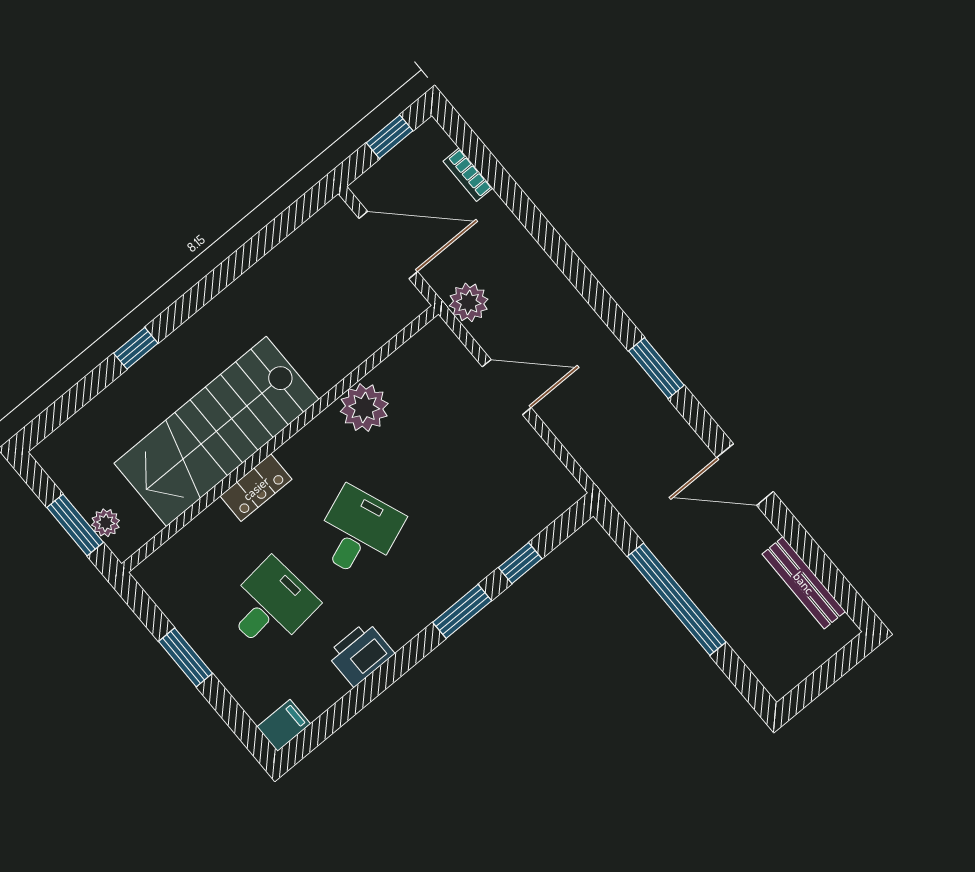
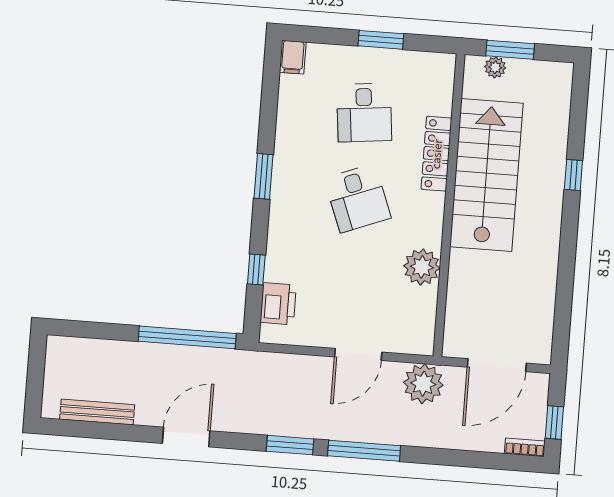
bookcase: (468, 175) -> (525, 447), moved
window: (593, 292) -> (364, 451), added
plant: (469, 302) -> (423, 384), width x1.36, depth x1.36
locker: (256, 488) -> (436, 154), width x1.53
window: (677, 599) -> (187, 337), moved
window: (462, 611) -> (263, 176), moved
printer: (360, 654) -> (278, 304), moved

